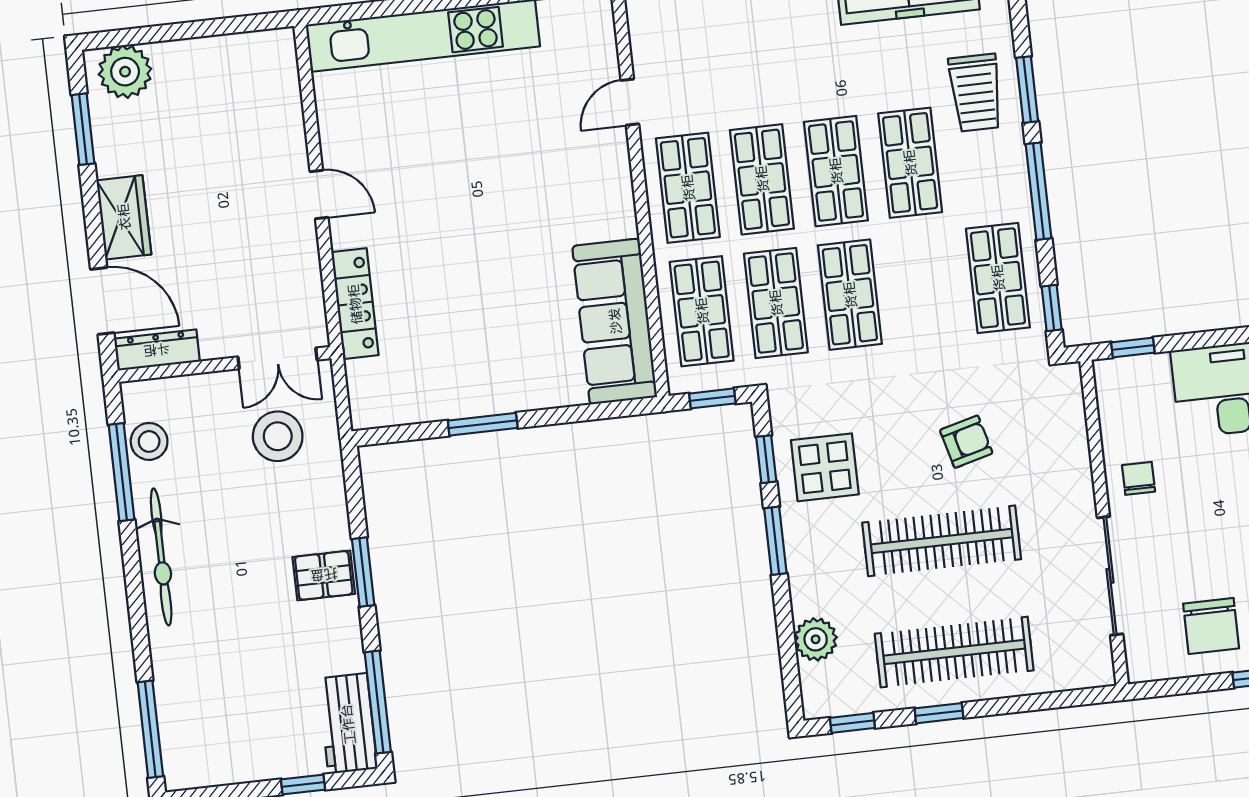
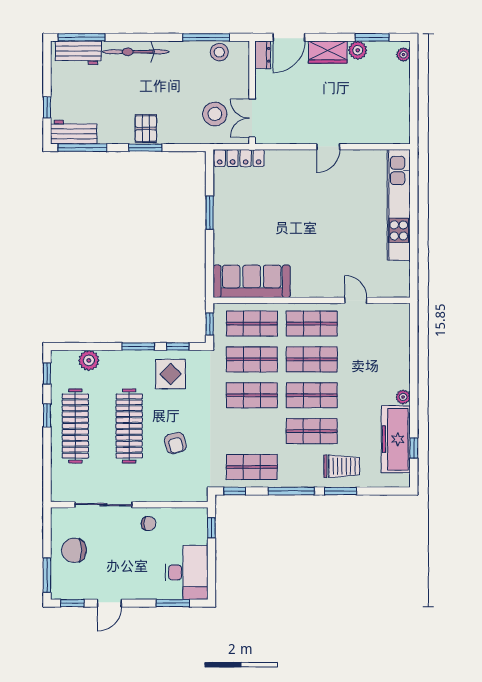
plant: (125, 72) -> (403, 55), width x0.53, depth x0.53
trolley: (976, 93) -> (342, 466), turned 180
plant: (113, 156) -> (358, 50), added
locker: (355, 304) -> (239, 158), moved
dresser: (157, 350) -> (263, 55), width x0.70
bicycle: (161, 557) -> (136, 52), moved
workbench: (183, 732) -> (78, 53), added

